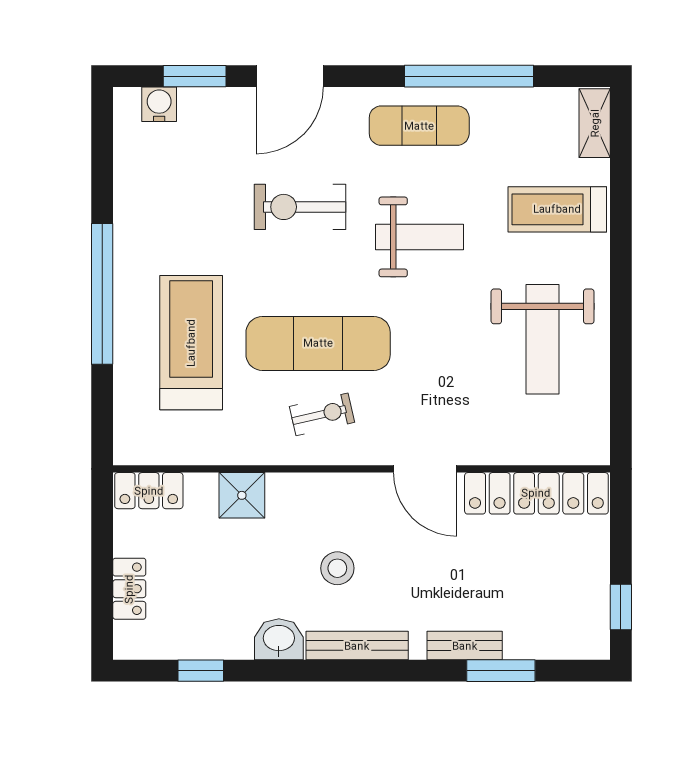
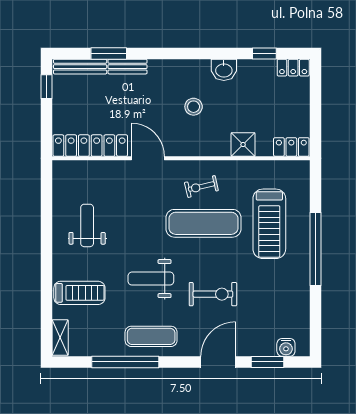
weight bench: (543, 339) -> (87, 225), width x0.73, depth x0.75
locker: (129, 589) -> (293, 68), moved, turned -90
bench: (357, 646) -> (80, 67), moved

